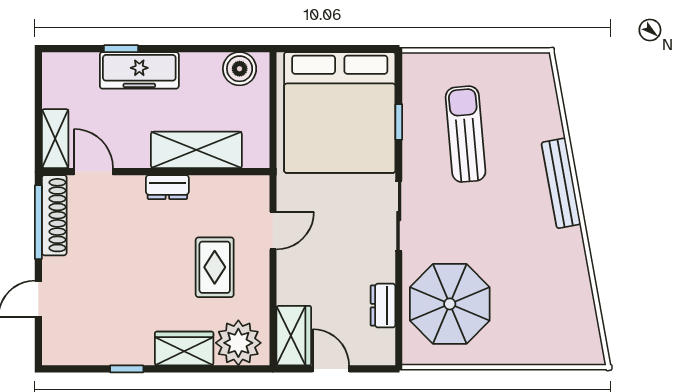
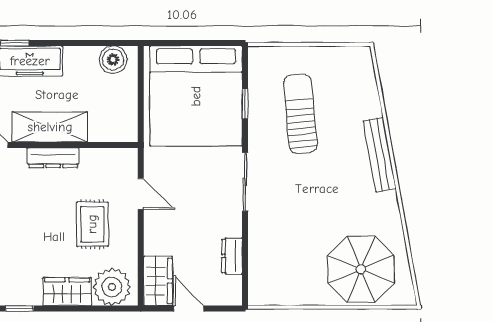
shelving: (196, 150) -> (50, 127), moved
dresser: (167, 187) -> (53, 158), width x1.44
door: (273, 231) -> (141, 194), hinge flipped
parasol: (450, 304) -> (361, 269), moved

